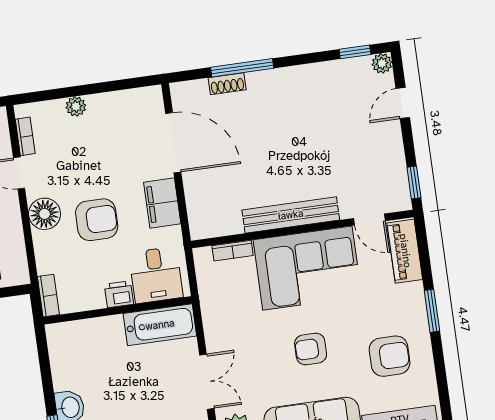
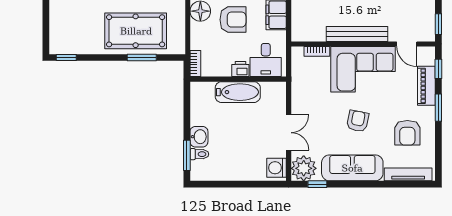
piano: (405, 251) -> (426, 86), moved
window: (424, 251) -> (438, 69), added
bathtub: (160, 325) -> (238, 92), moved
armchair: (311, 349) -> (358, 121), turned 101
armchair: (390, 356) -> (407, 133), turned 90

